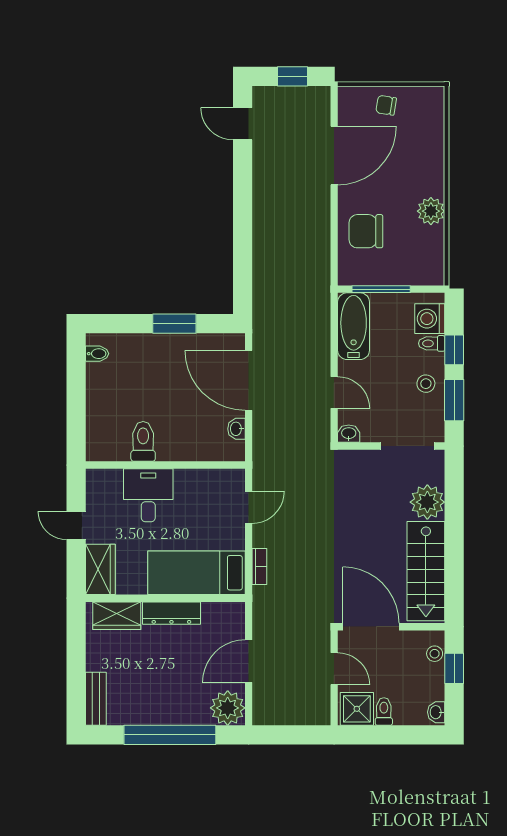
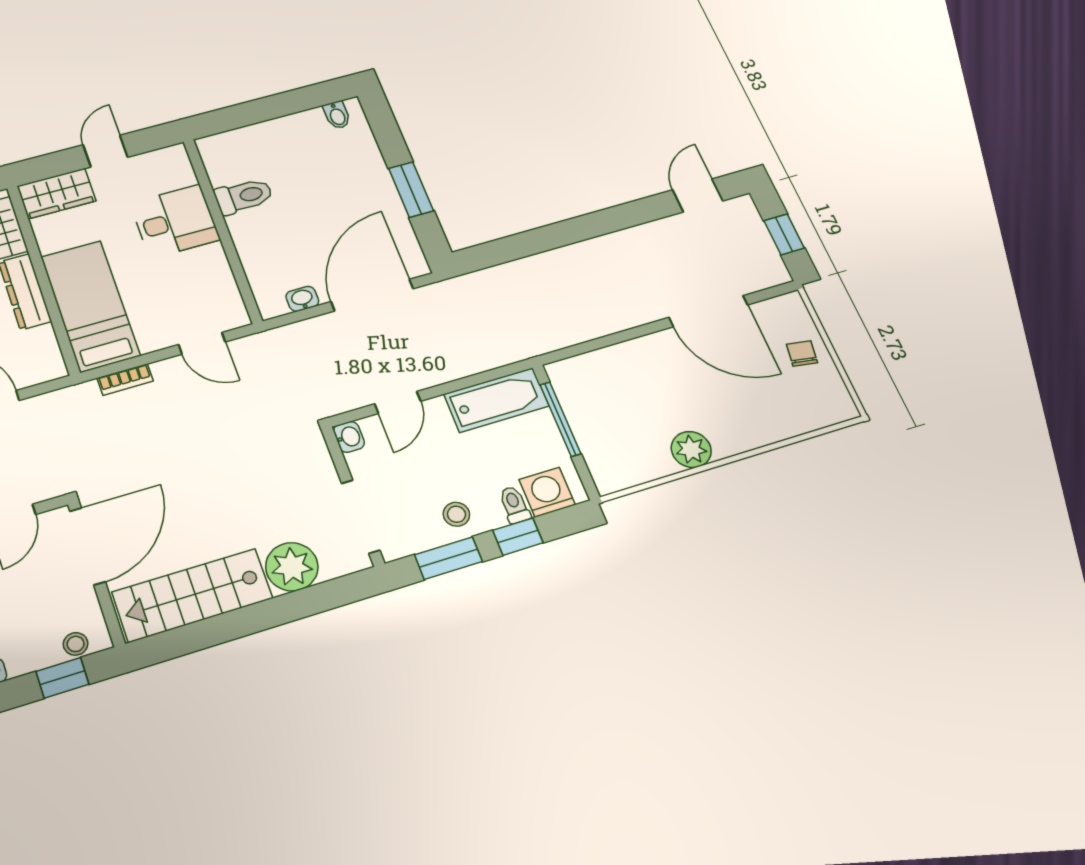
chair: (366, 231) -> (628, 378), removed

